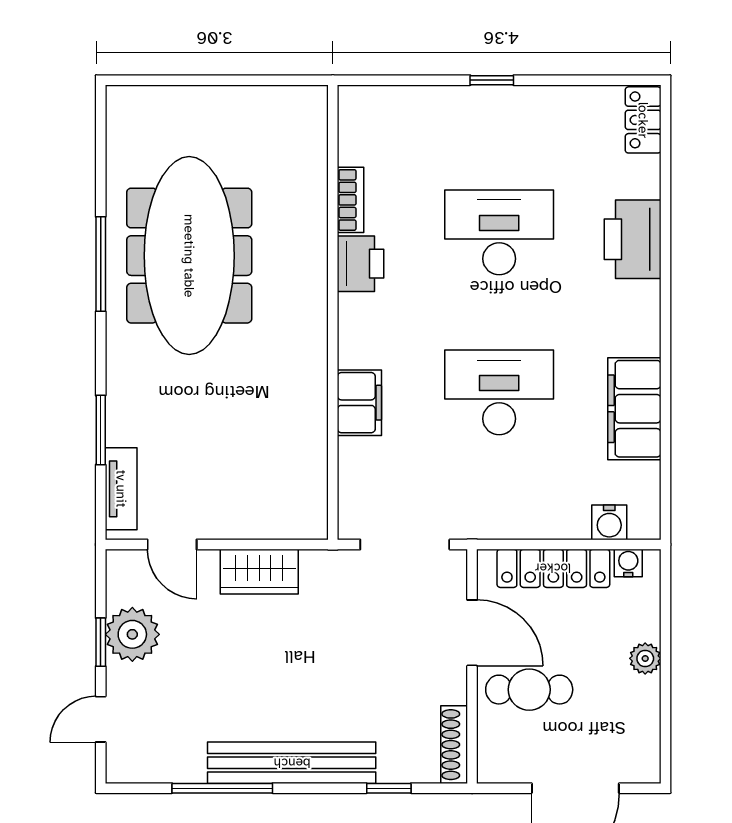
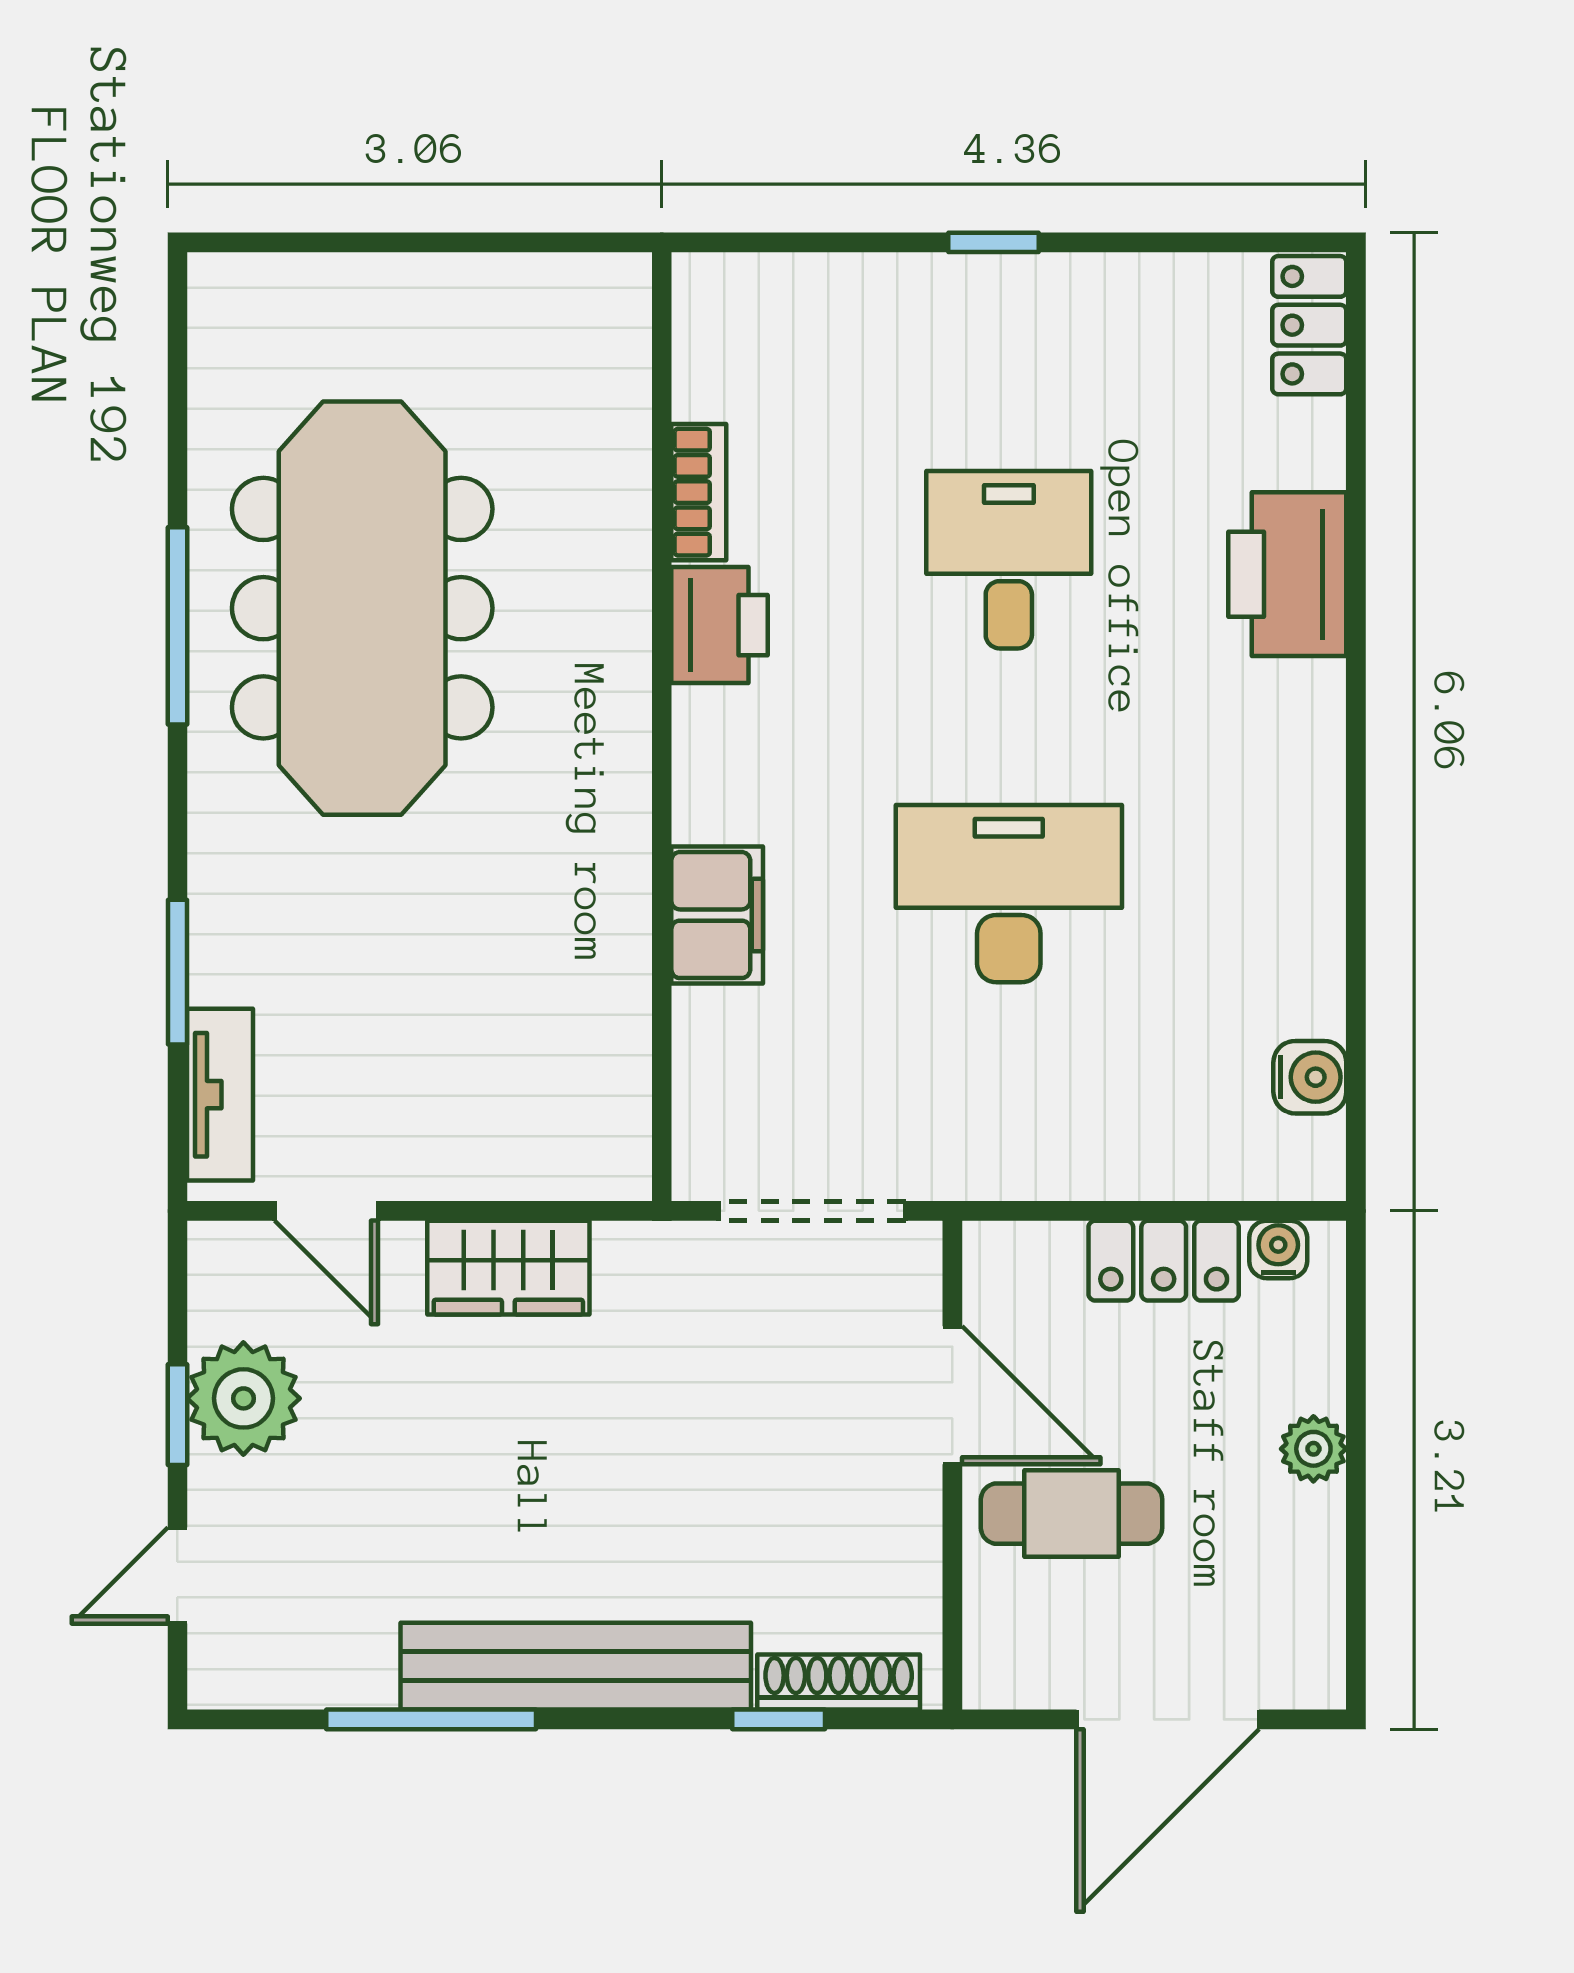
desk: (499, 232) -> (1009, 560), width x0.73
filing cabinet: (634, 409) -> (1291, 928), removed
water cooler: (609, 522) -> (1310, 1077), moved, turned -90
locker: (553, 568) -> (1164, 1261), width x0.66
shoe rack: (454, 745) -> (839, 1682), moved, turned 90

